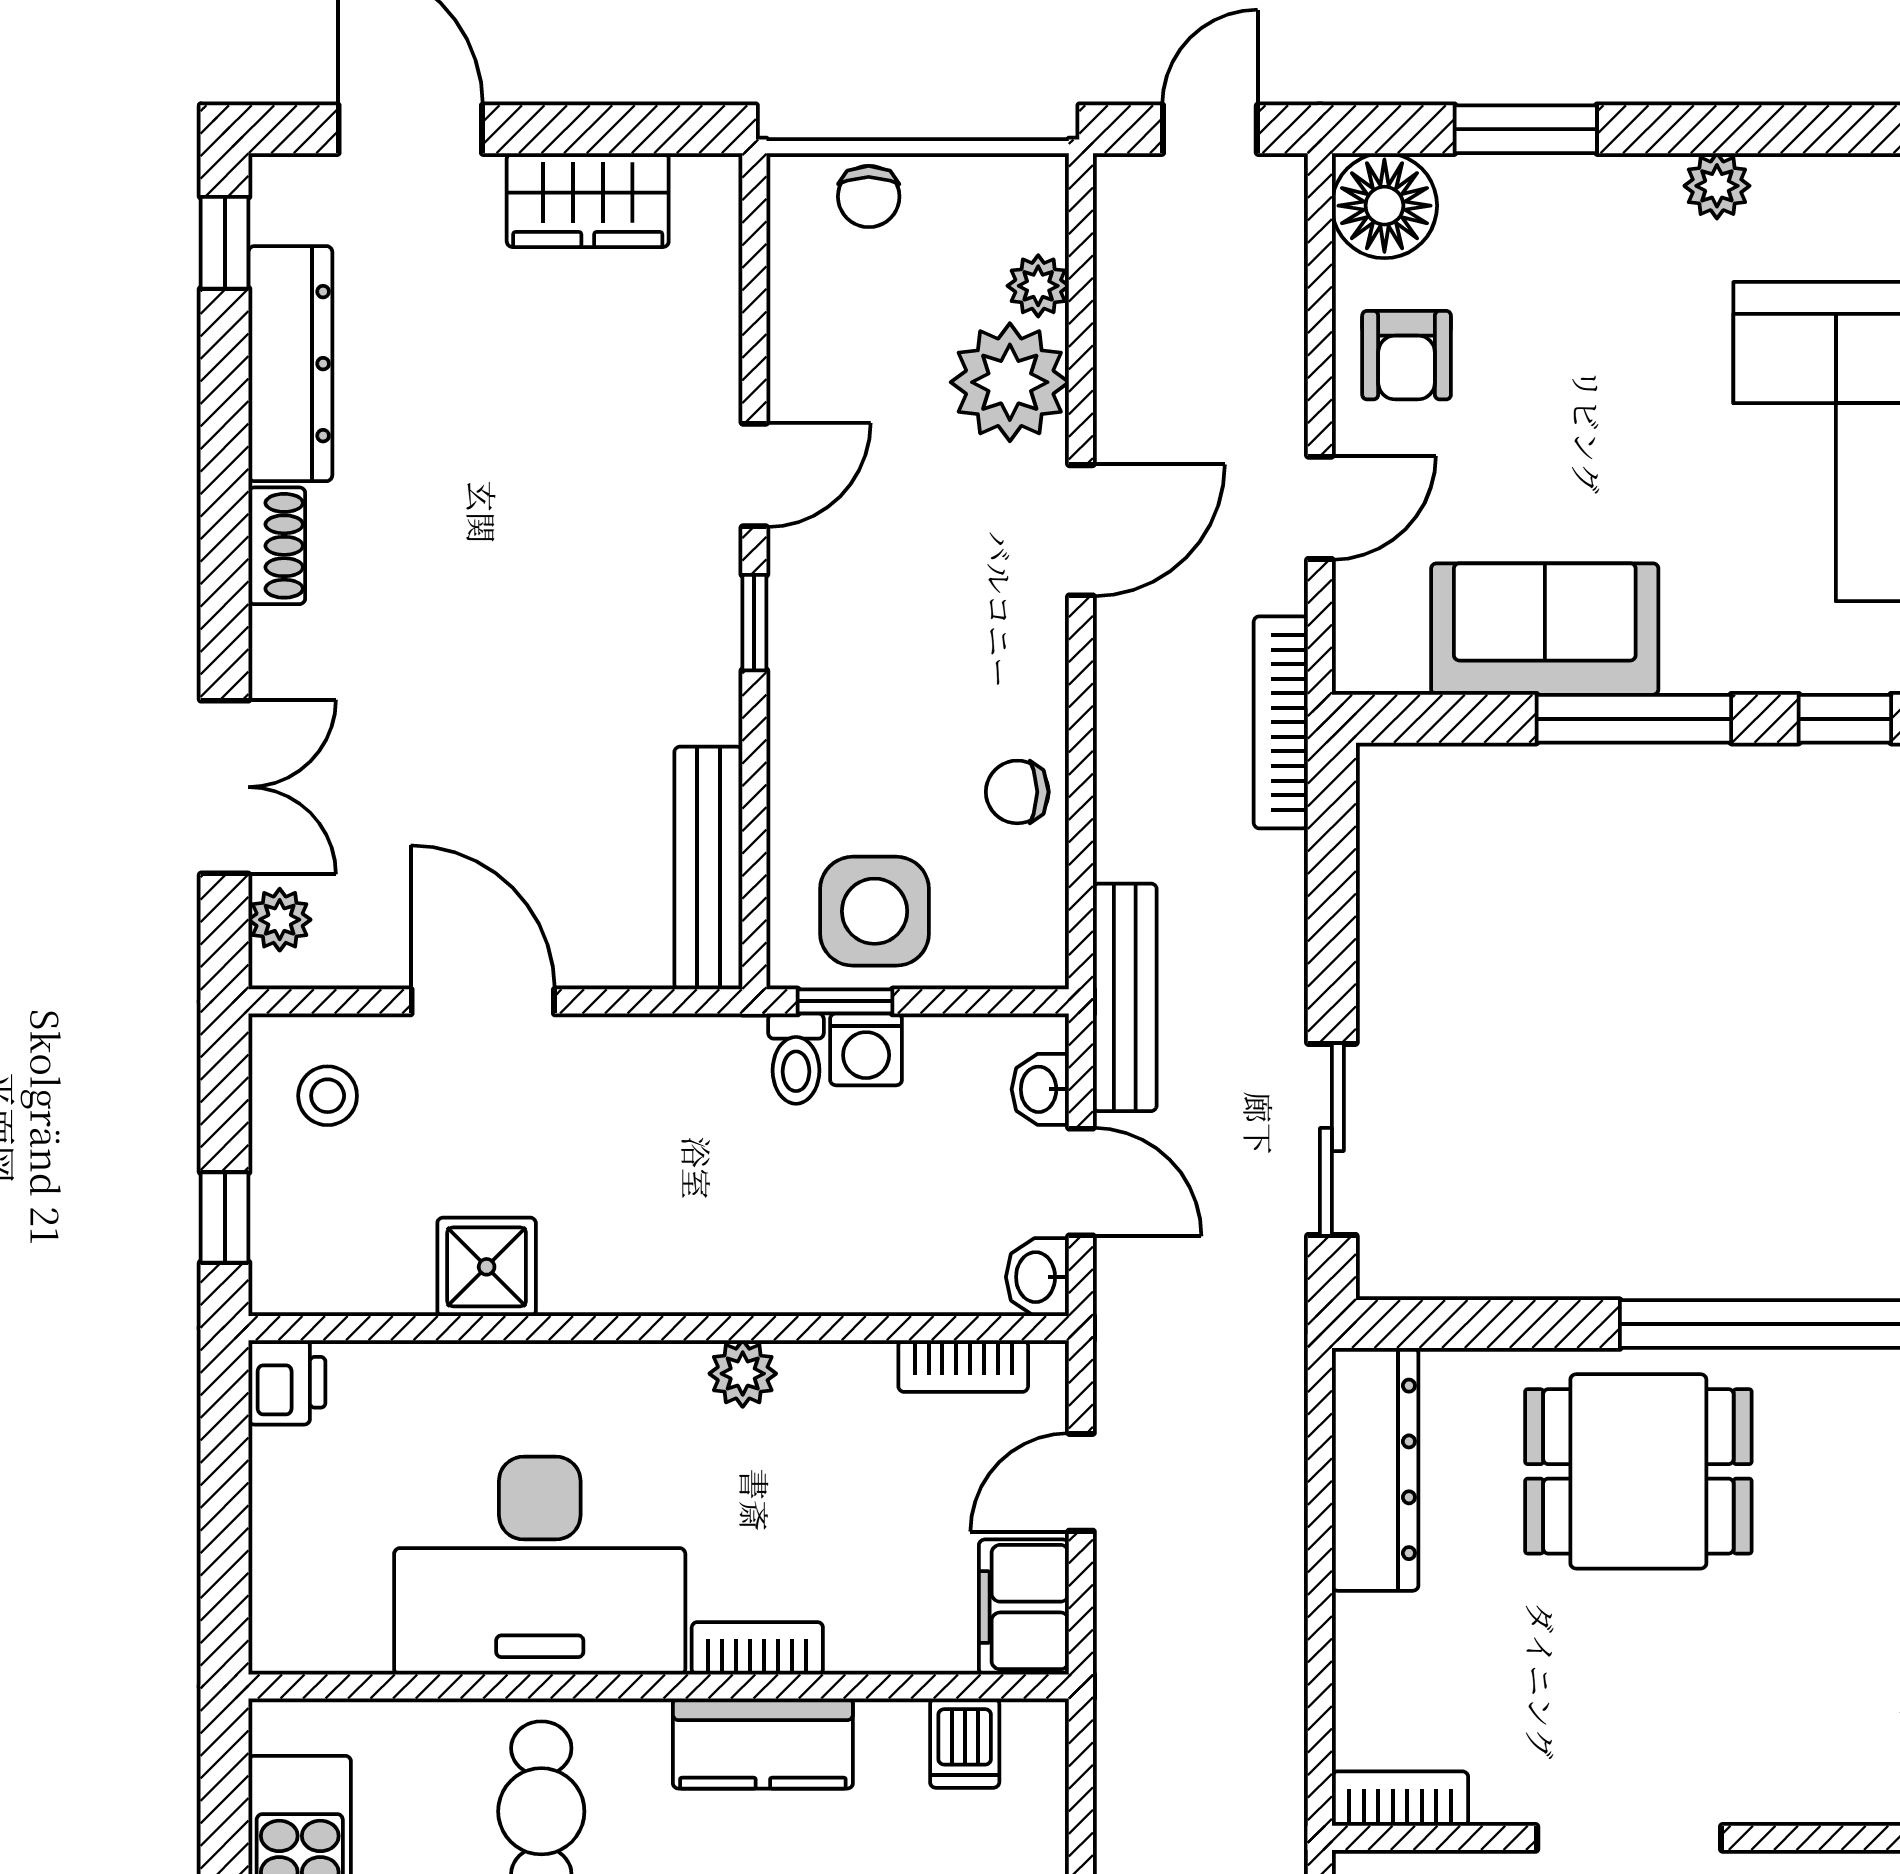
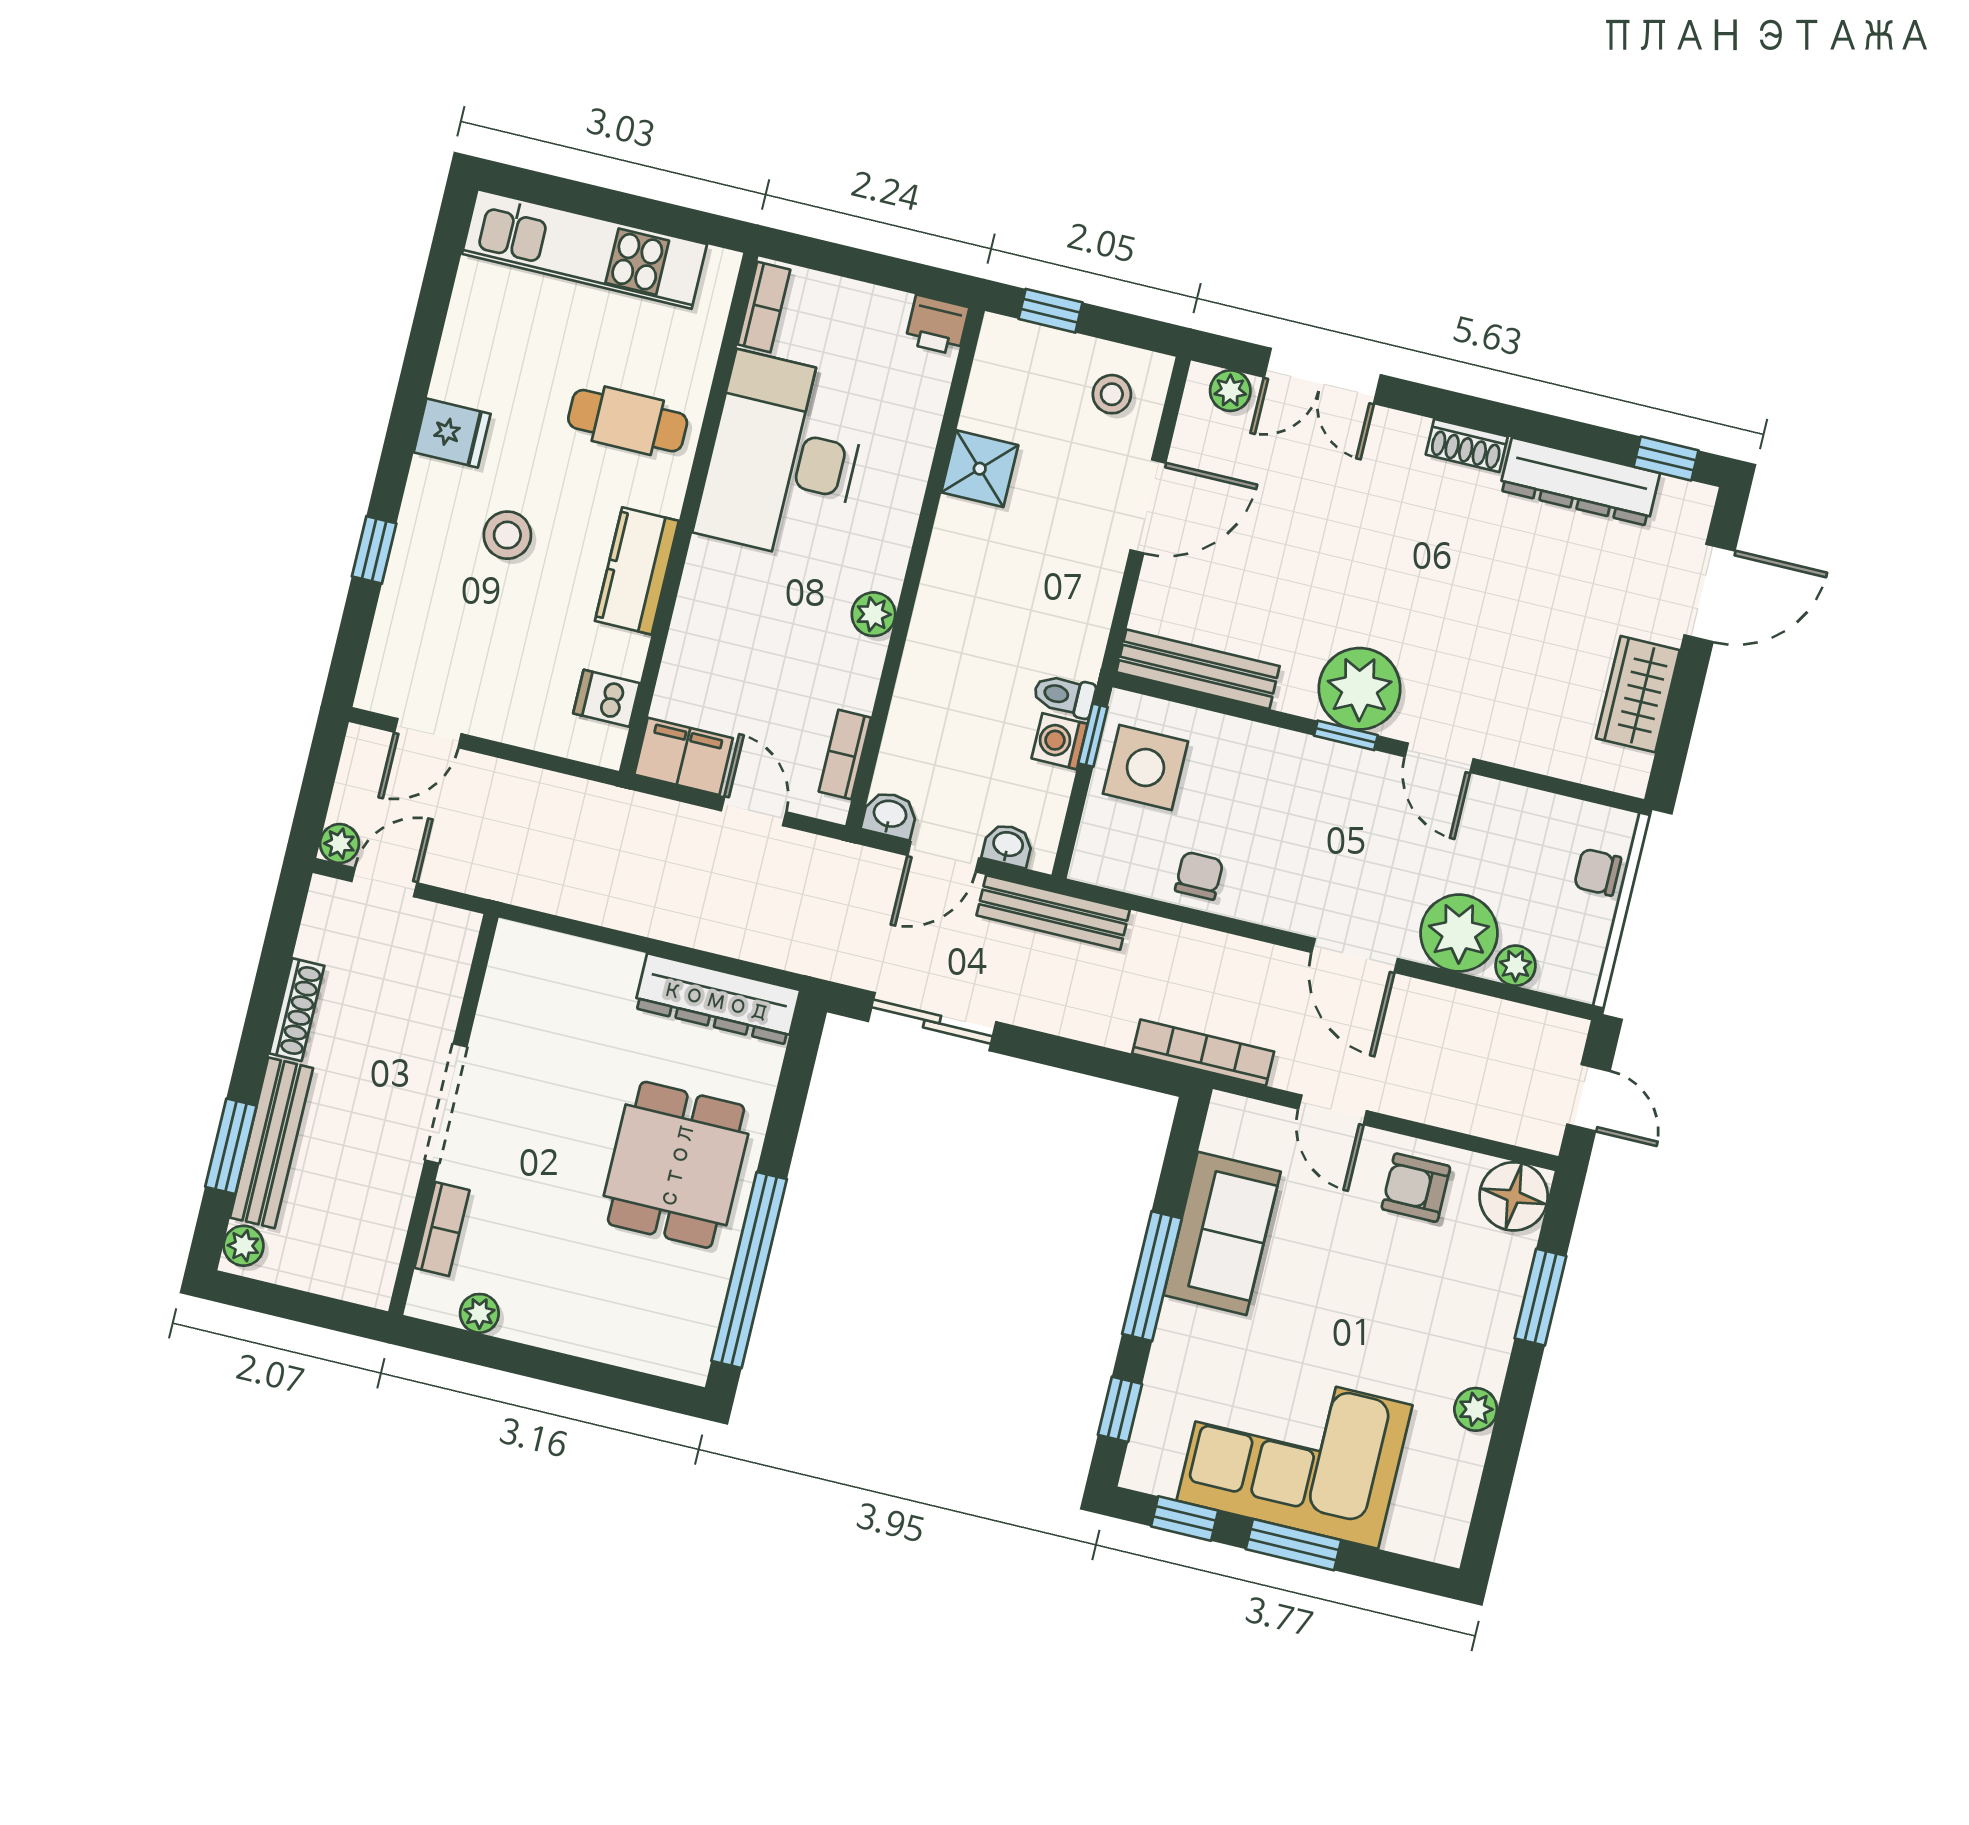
plant: (680, 619) -> (1360, 689), added
bookcase: (757, 1648) -> (764, 307), moved
bookcase: (1400, 1799) -> (442, 1229), moved

